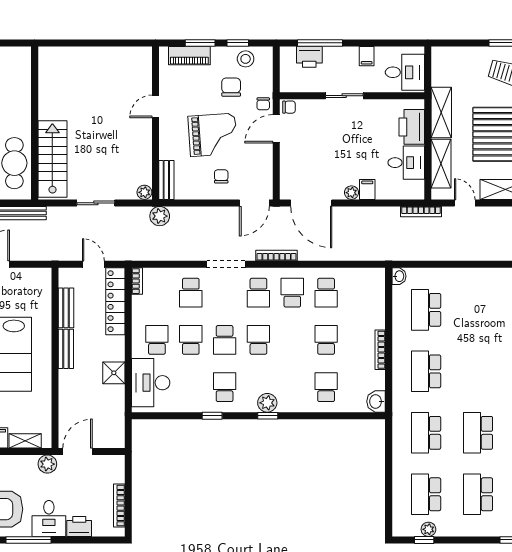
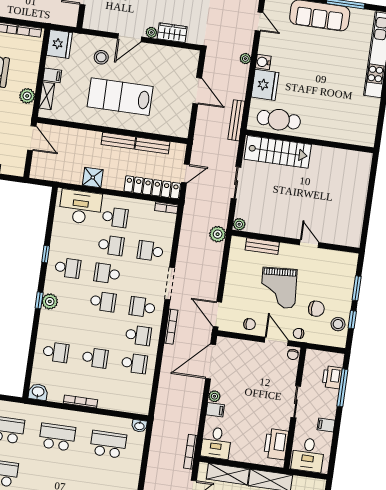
piano: (189, 56) -> (347, 278), removed
printer: (412, 127) -> (276, 444), moved, turned -90
desk: (406, 163) -> (216, 443), moved
chair: (221, 176) -> (249, 324), moved
bench: (166, 180) -> (262, 246), moved
school desk: (326, 293) -> (134, 363), turned 180
plant: (47, 464) -> (27, 96), moved

